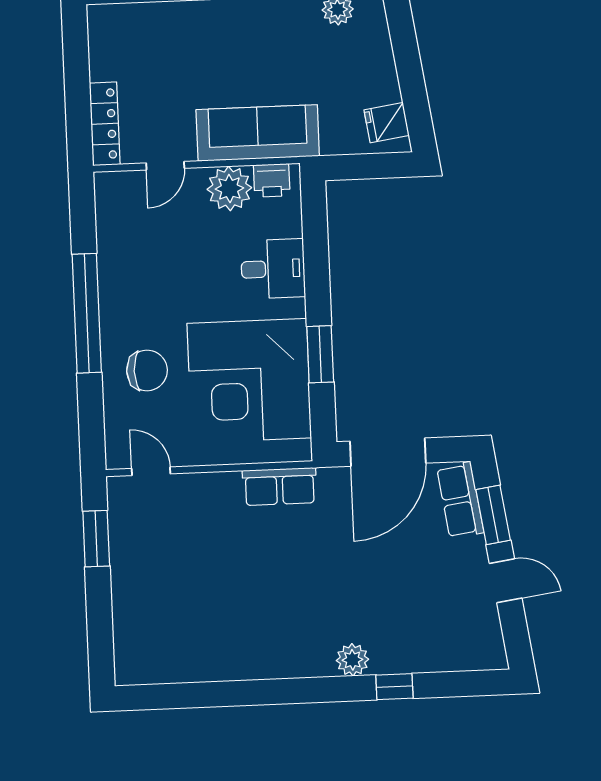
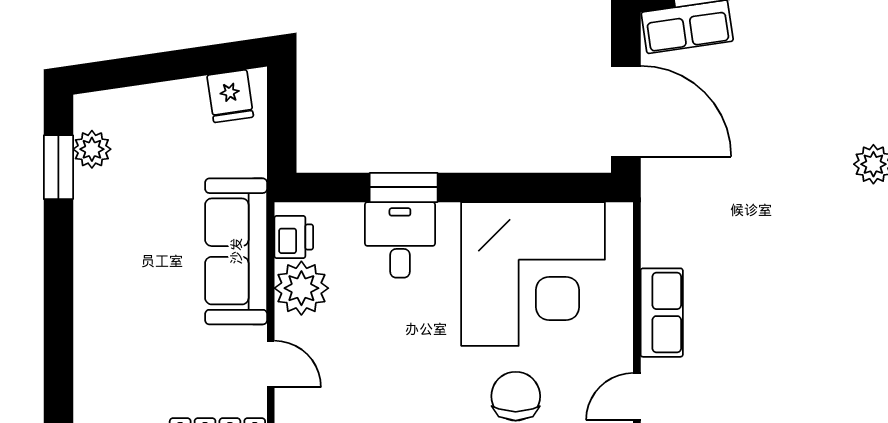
window: (320, 354) -> (404, 187), moved
row of seats: (280, 486) -> (662, 313), moved

